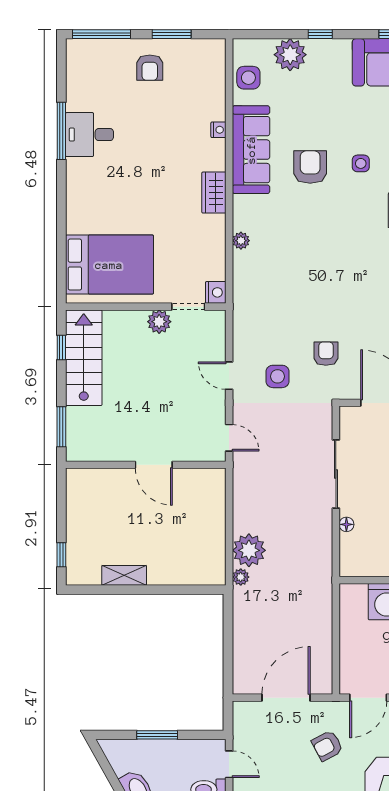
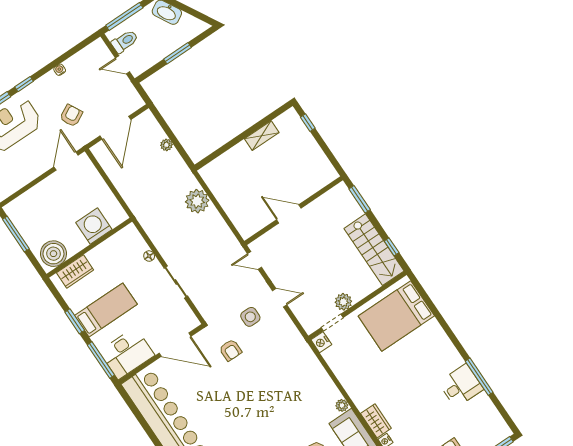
wardrobe: (214, 193) -> (376, 421), moved
plant: (241, 241) -> (342, 405), moved
sliding door: (336, 474) -> (176, 282), width x0.73
plant: (241, 577) -> (166, 145), moved

